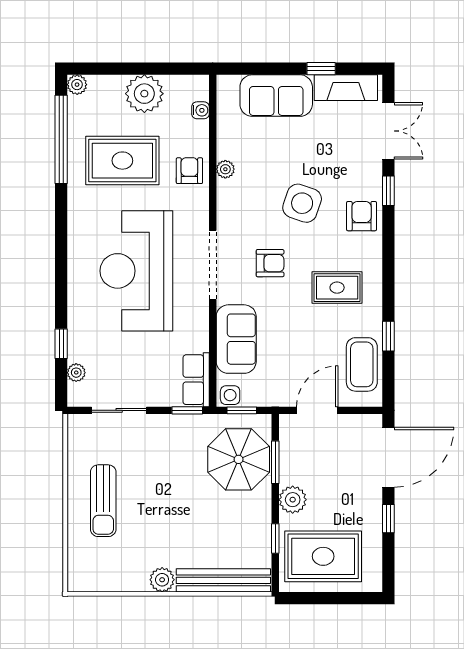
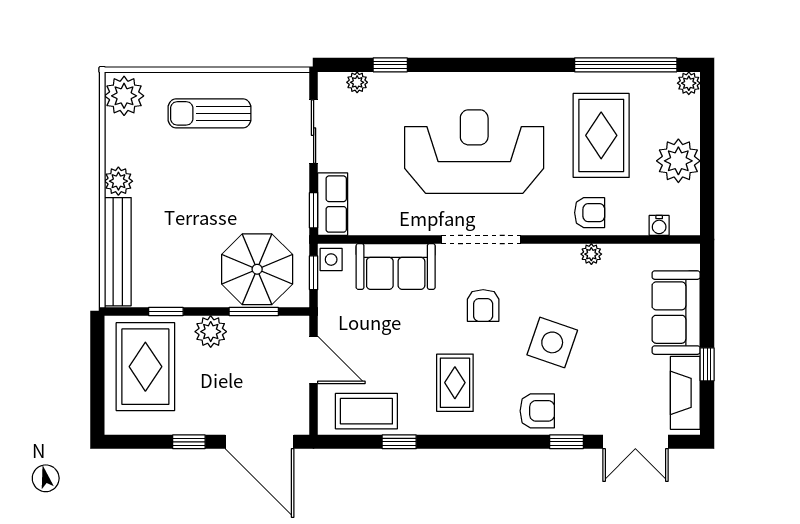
row of seats: (196, 380) -> (333, 204), moved, turned 90
plant: (88, 575) -> (124, 96), added

